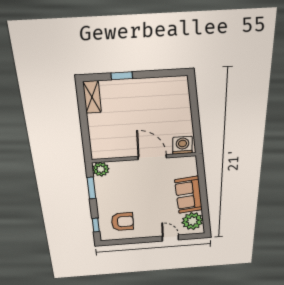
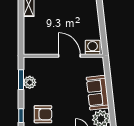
plant: (101, 169) -> (30, 82), moved

